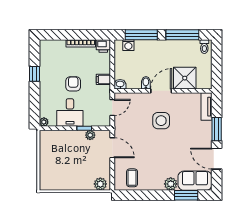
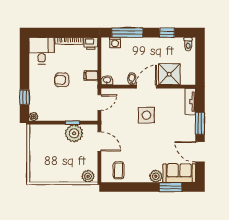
window: (182, 35) -> (167, 33), width x0.46
window: (34, 74) -> (25, 97), moved
armchair: (73, 84) -> (62, 80), turned -90
desk: (70, 113) -> (42, 51), moved, turned 180
plant: (90, 135) -> (74, 133), width x1.87, depth x1.87

